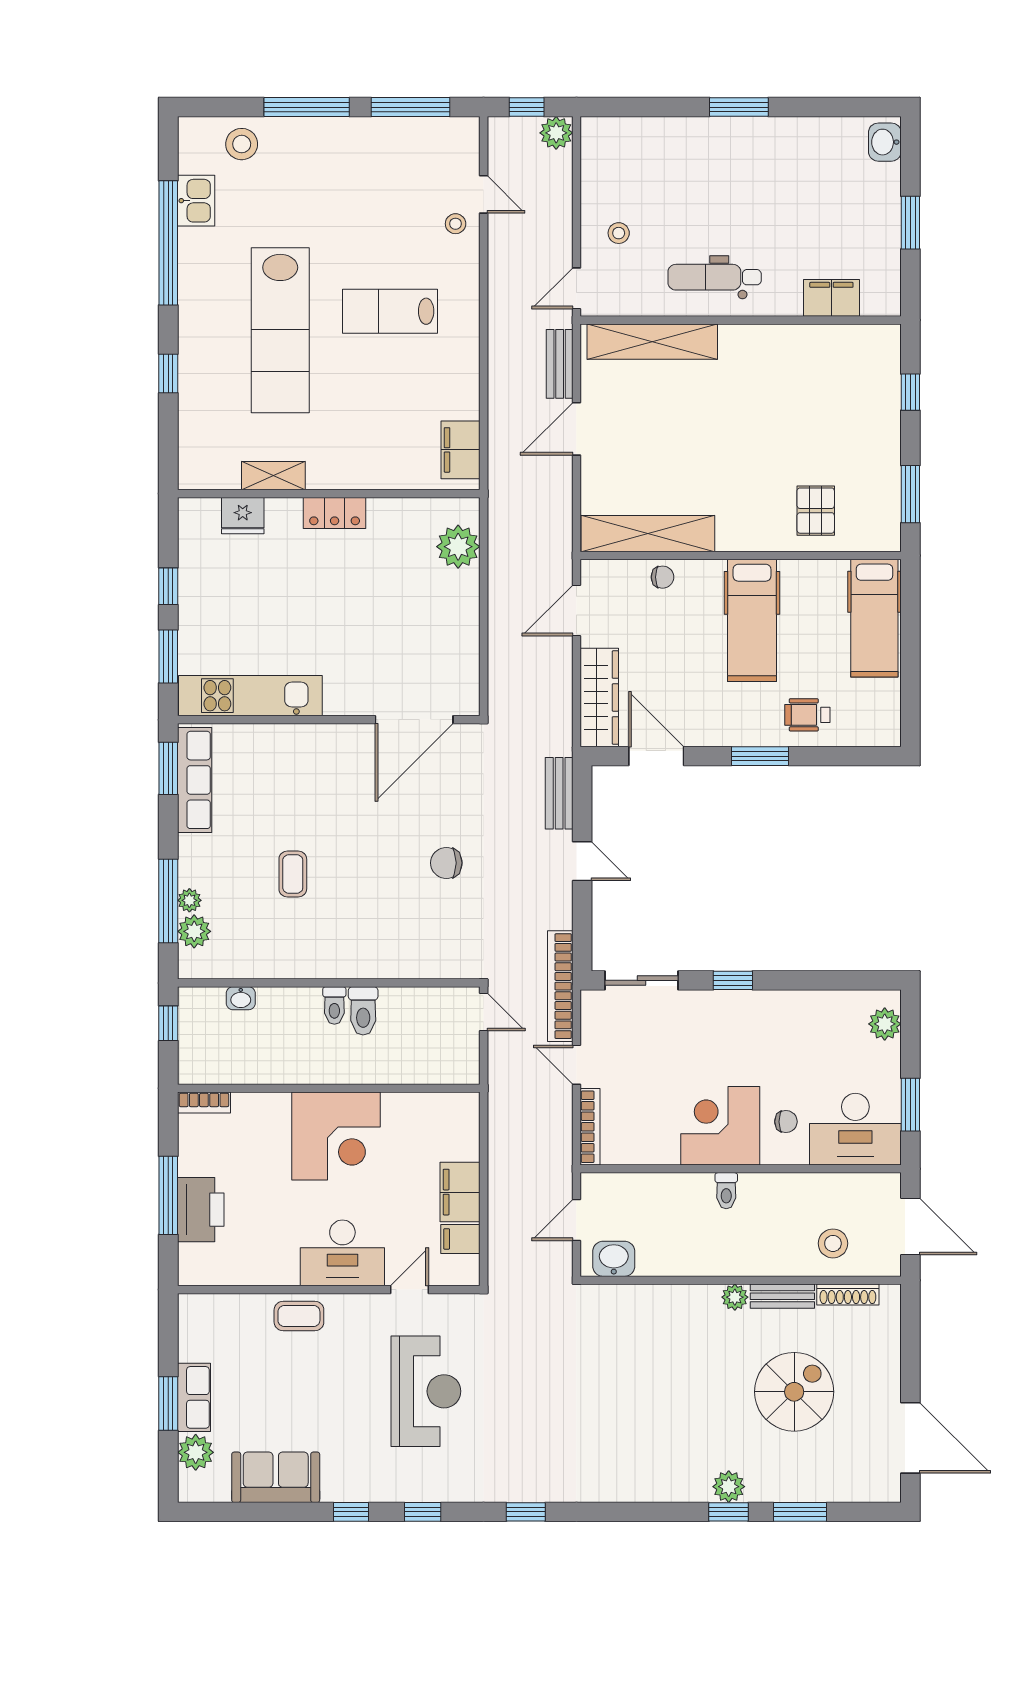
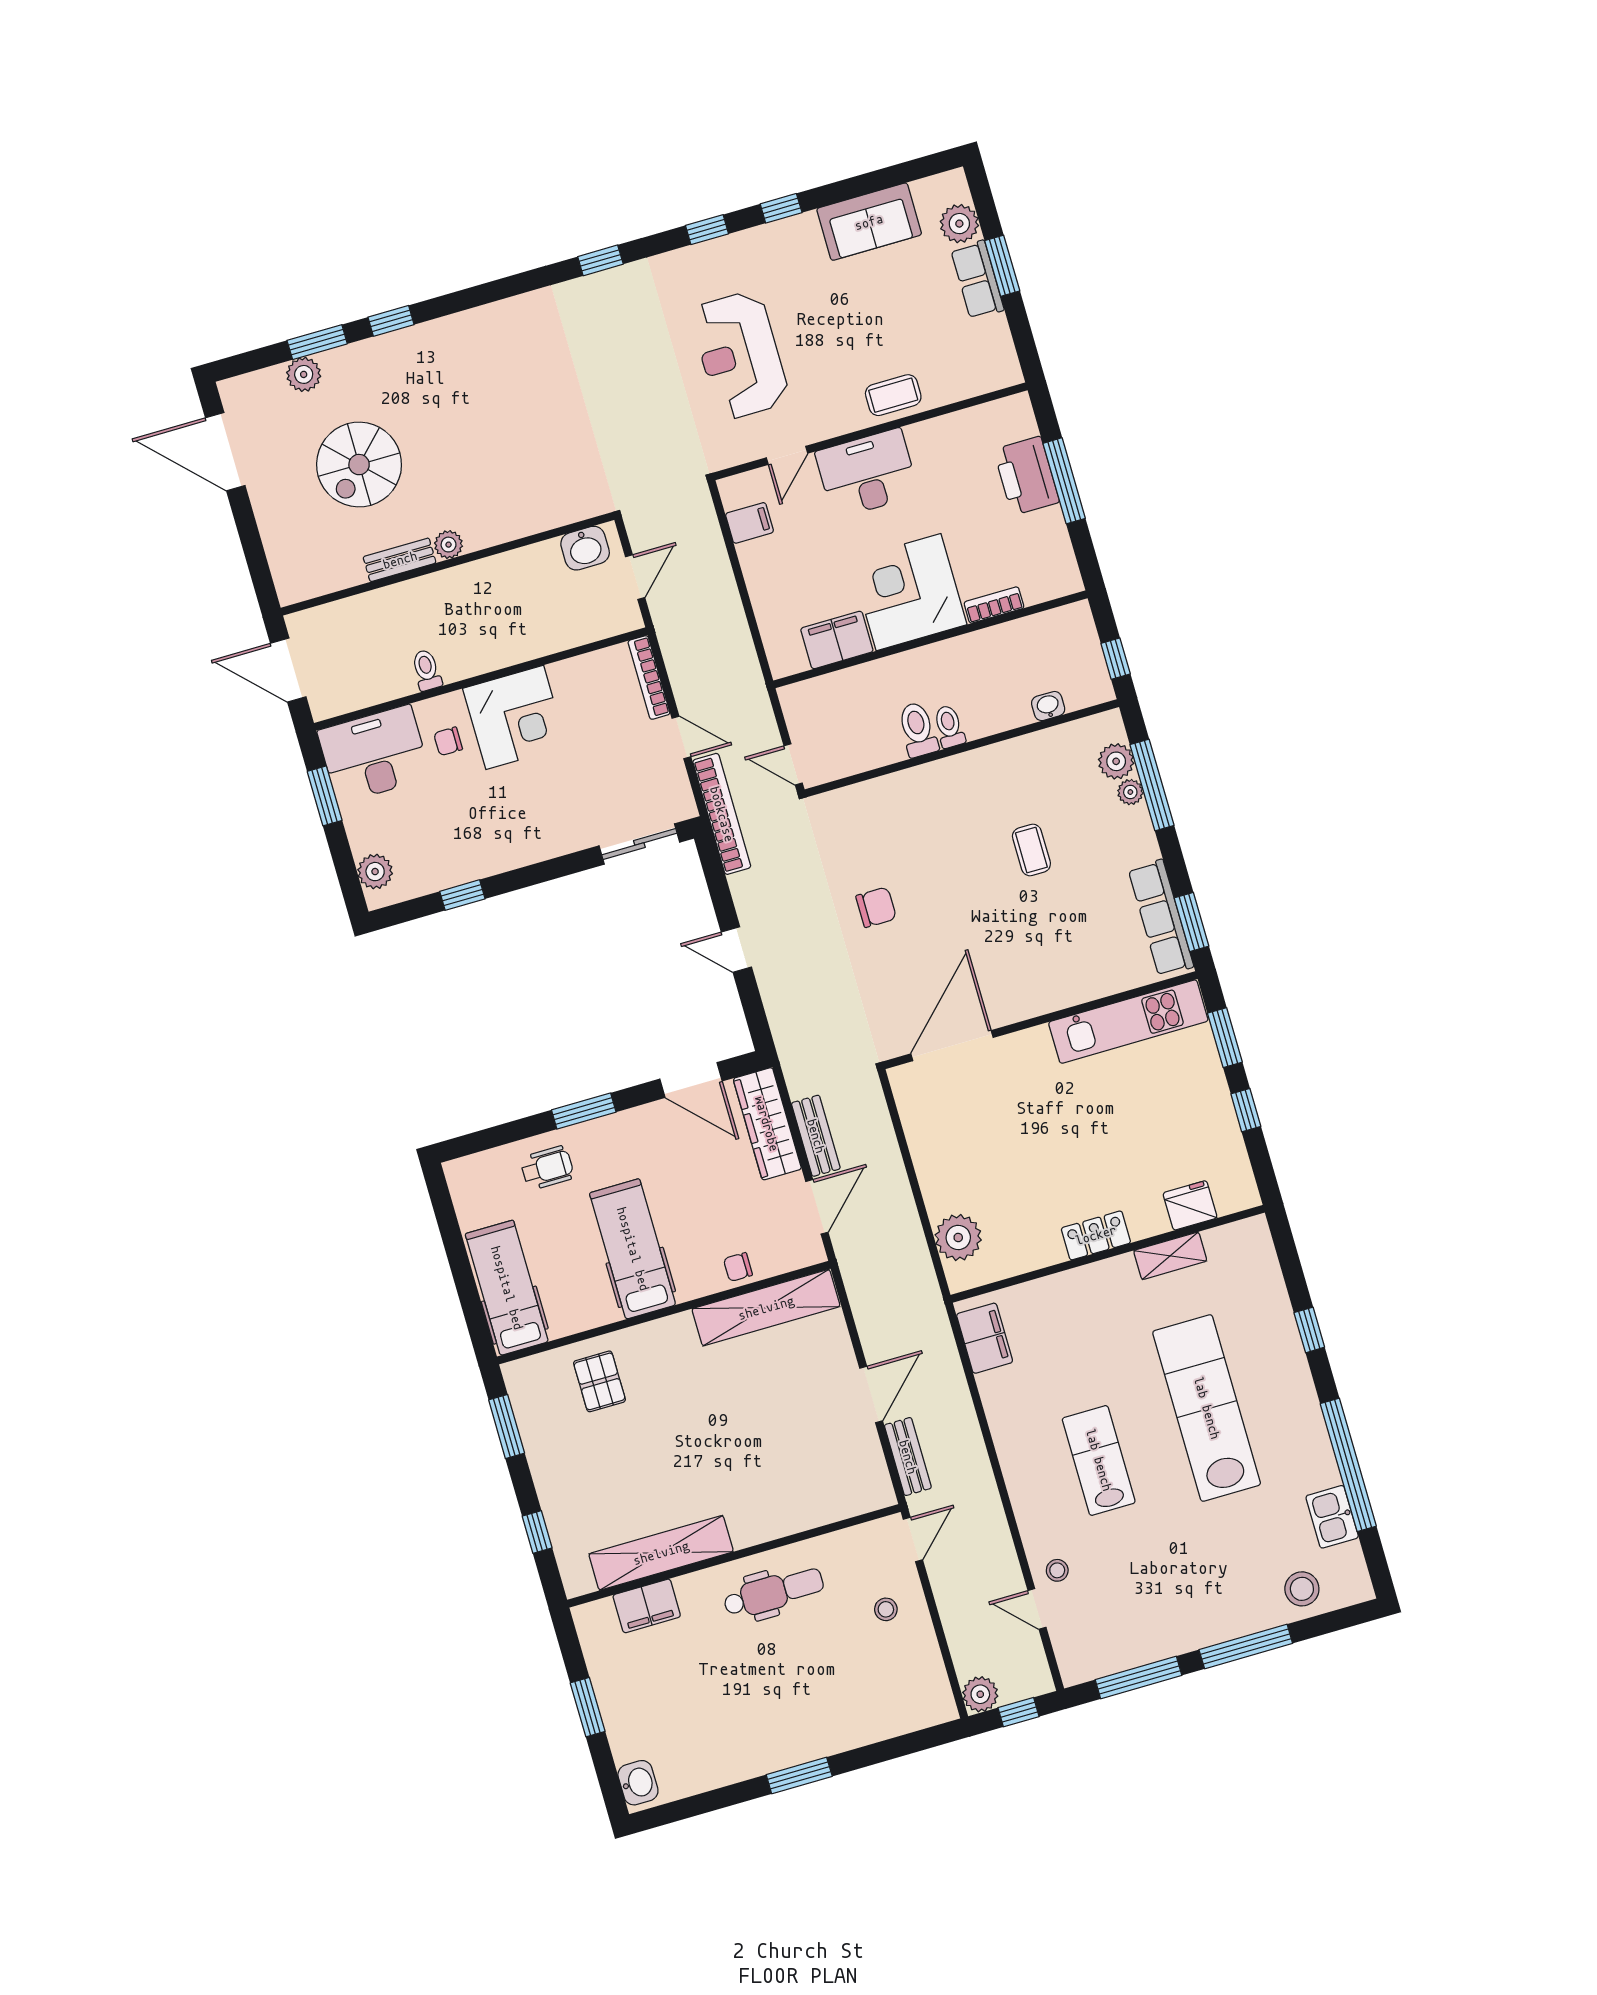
lab bench: (390, 311) -> (1099, 1460), turned -90
shelving: (652, 342) -> (661, 1553), moved
bench: (559, 793) -> (816, 1136), moved
window: (733, 980) -> (462, 895), moved
bookcase: (204, 1103) -> (994, 605), moved
toilet: (726, 1191) -> (427, 670), moved
filing cabinet: (460, 1192) -> (837, 640), moved, turned -90
stool: (833, 1243) -> (363, 629), removed
shoe rack: (848, 1294) -> (332, 581), removed
plant: (729, 1487) -> (304, 374), moved

